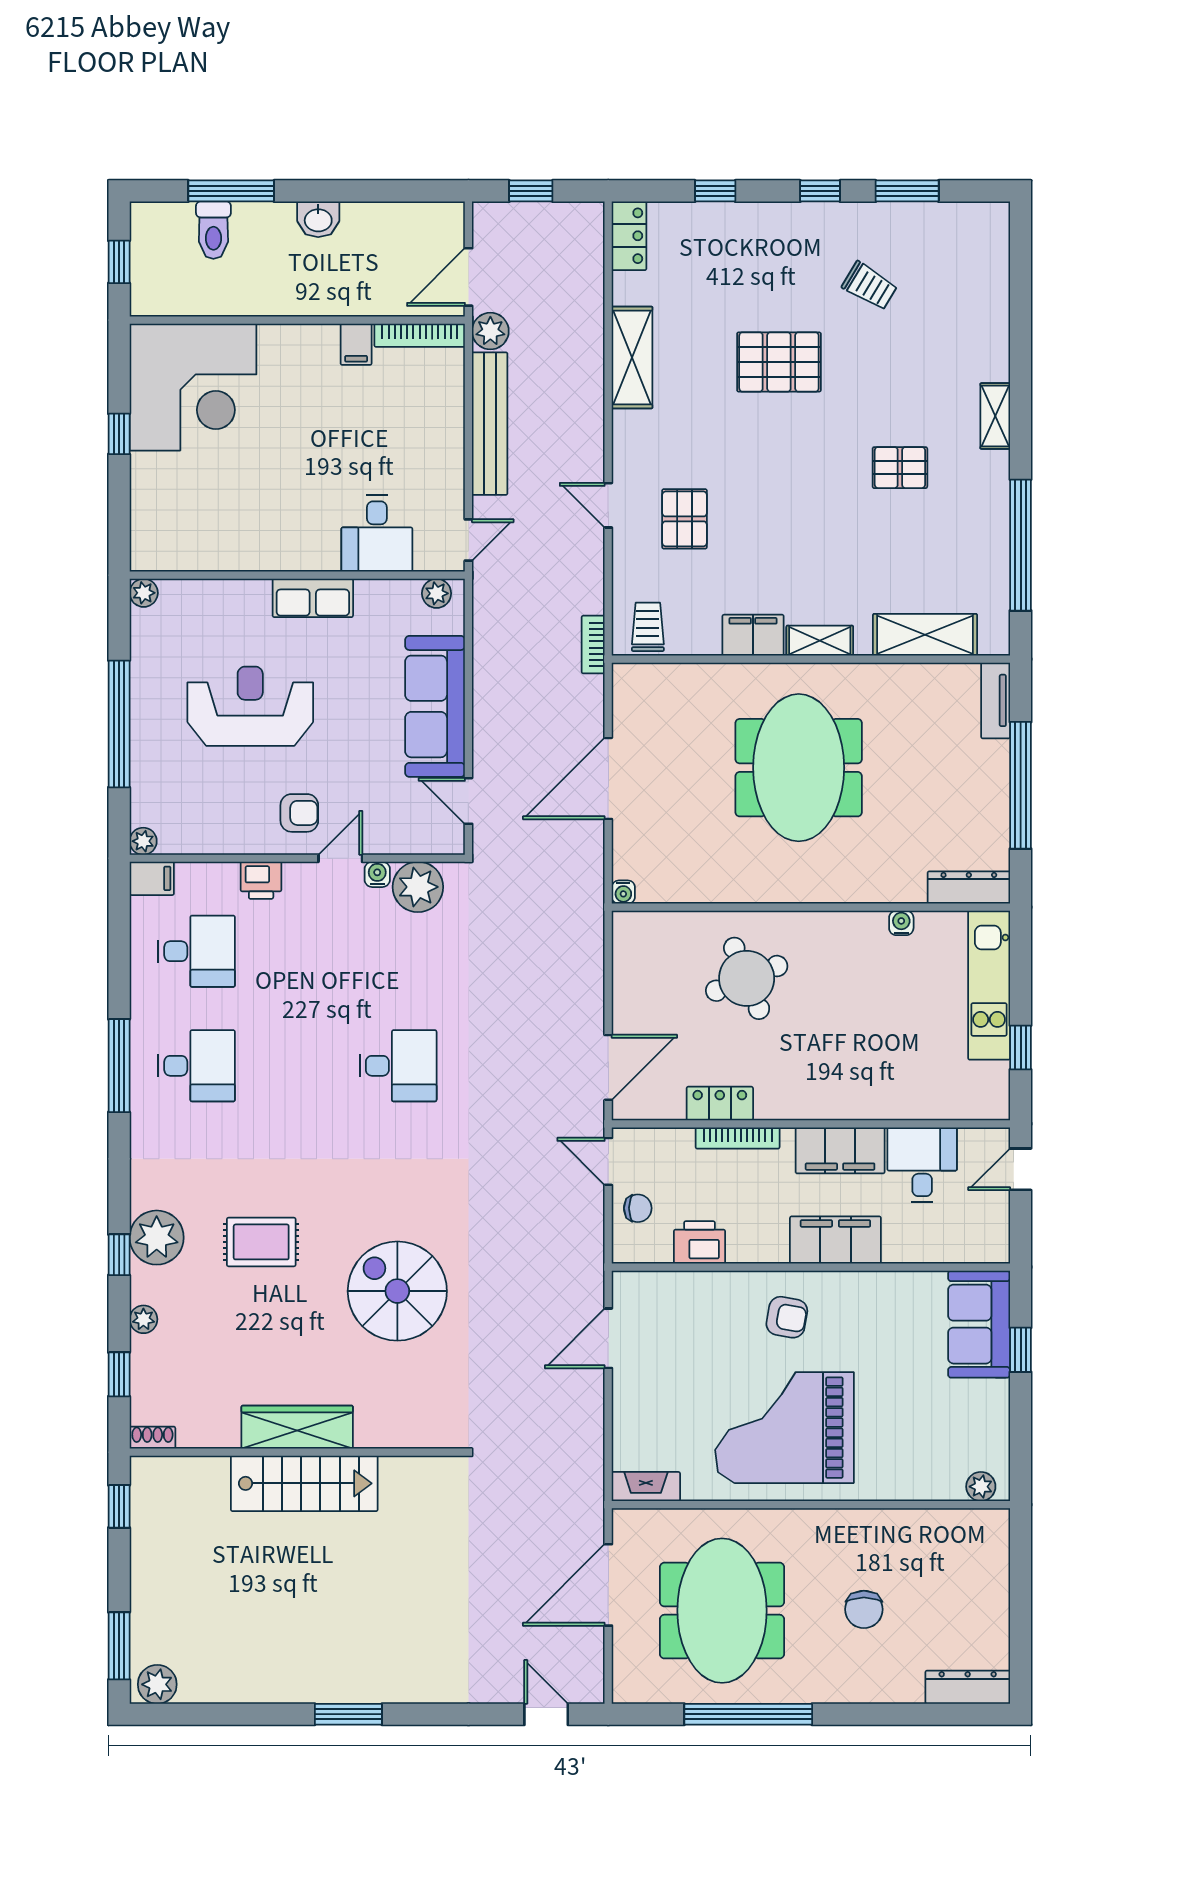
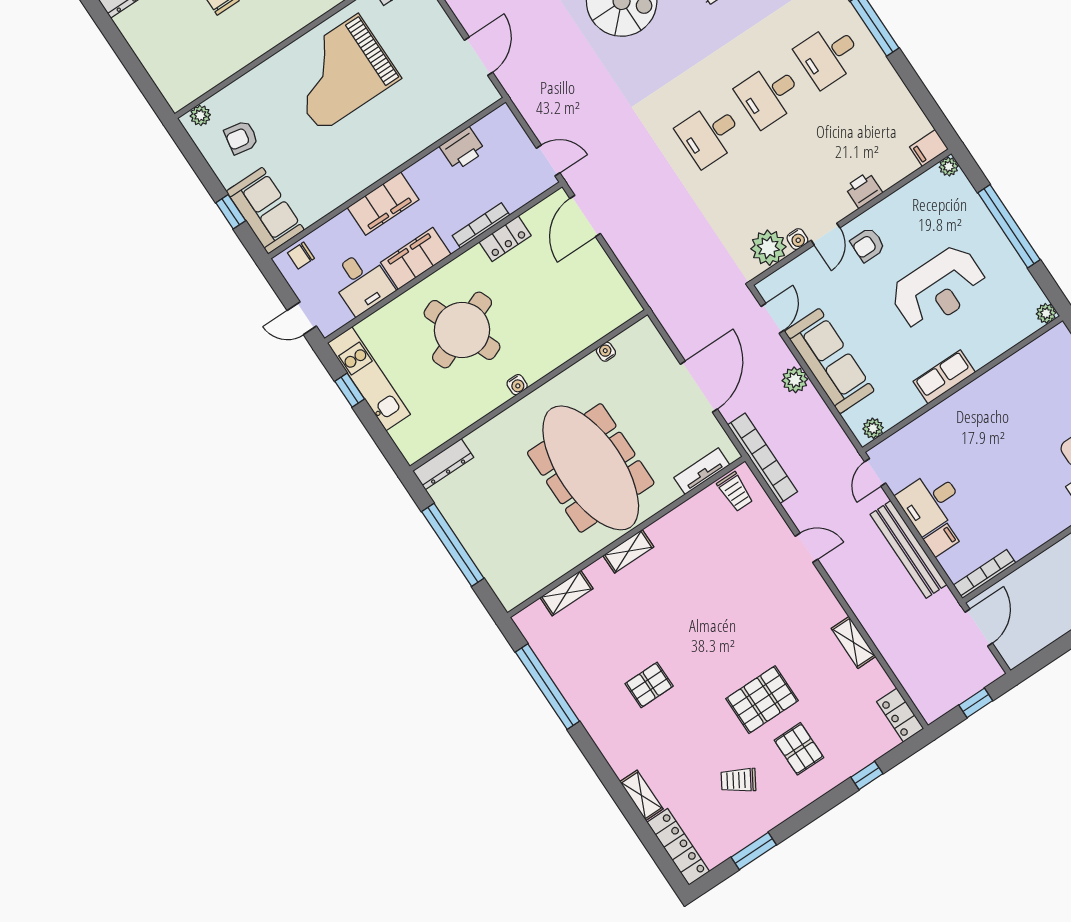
window: (820, 191) -> (805, 817), removed
locker: (992, 255) -> (678, 847), added
plant: (490, 331) -> (795, 380), moved
filing cabinet: (356, 344) -> (941, 540), moved, turned 90
shelving: (632, 357) -> (853, 642), width x0.67, depth x0.75
shelving: (995, 416) -> (641, 795), moved
pallet: (685, 519) -> (799, 749), moved
desk: (377, 533) -> (930, 502), moved, turned -90
filing cabinet: (753, 635) -> (670, 528), removed
shelving: (925, 635) -> (566, 593), width x0.67, depth x0.75
bookcase: (593, 645) -> (763, 458), width x2.31, depth x1.31
tv unit: (996, 700) -> (702, 471), moved, turned -90
meeting table: (799, 768) -> (591, 468), width x1.36
door: (468, 801) -> (772, 318), hinge flipped
water cooler: (623, 892) -> (606, 352), moved
water cooler: (901, 923) -> (517, 385), moved
desk: (196, 951) -> (769, 95), moved
round table: (747, 978) -> (462, 330), moved, width x1.36, depth x1.36
kitchen unit: (989, 985) -> (369, 379), moved
door: (1021, 1169) -> (302, 318), swing flipped
chair: (638, 1208) -> (301, 256), moved
armchair: (787, 1317) -> (241, 137), moved
grand piano: (784, 1428) -> (339, 73), turned 180

